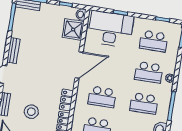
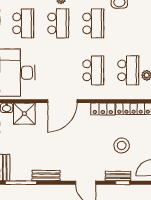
bench: (13, 51) -> (46, 176), moved
door: (79, 65) -> (62, 101), swing flipped

